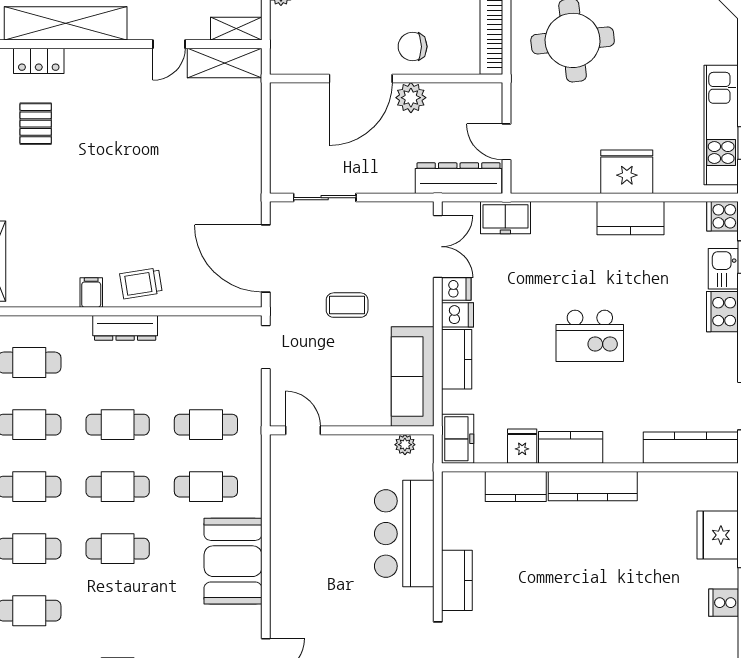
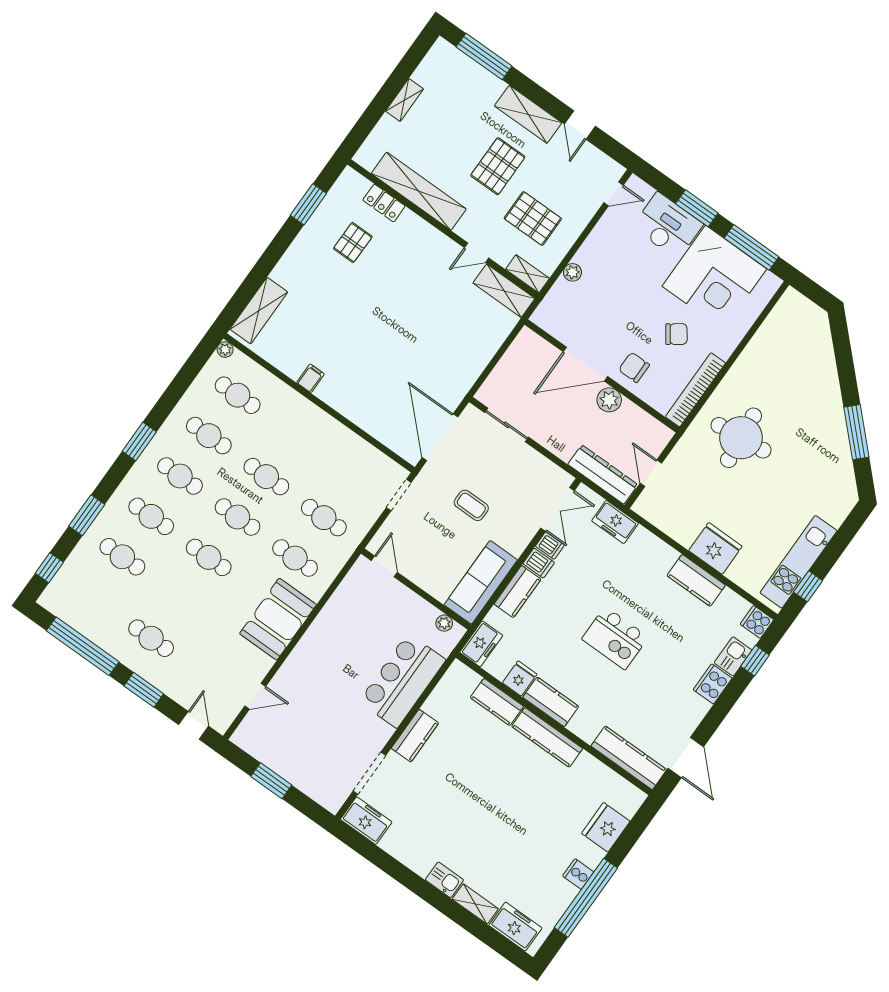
trolley: (141, 283) -> (347, 396), removed
dresser: (125, 328) -> (316, 417), removed

